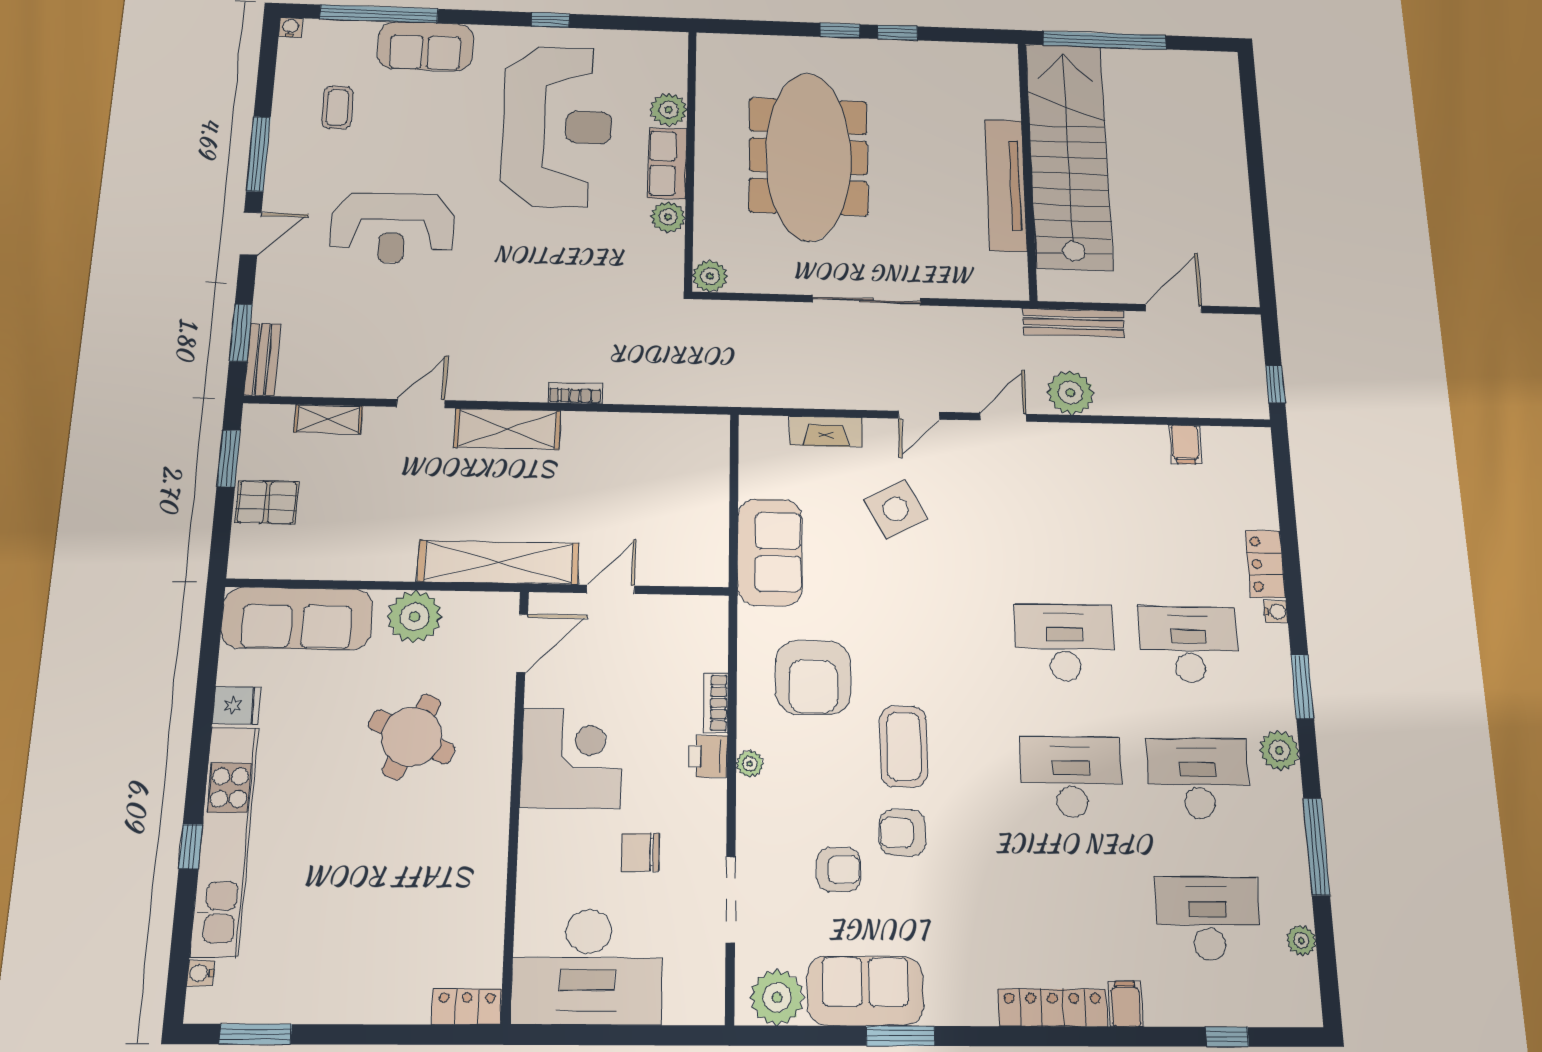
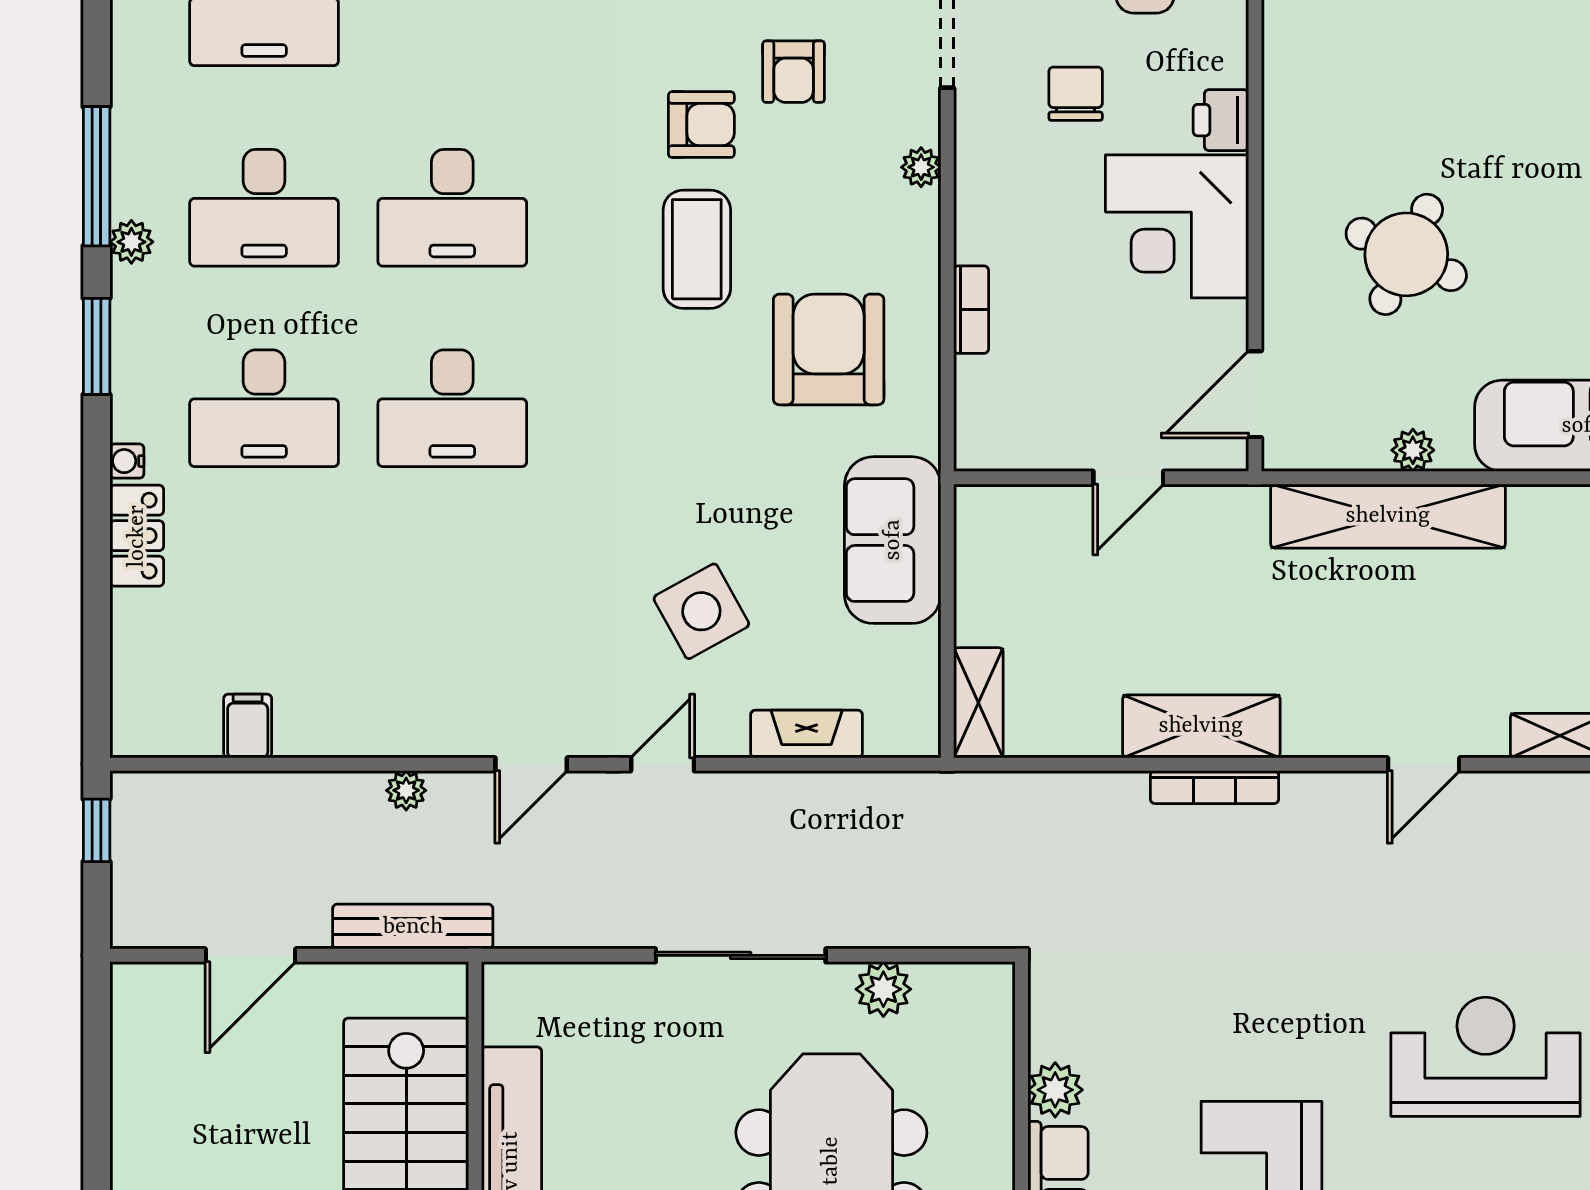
plant: (710, 276) -> (883, 989), moved
bookcase: (575, 393) -> (1215, 787), width x1.56
plant: (1071, 393) -> (406, 790), width x0.53, depth x0.53
shelving: (507, 429) -> (1201, 726), moved
shelving: (714, 448) -> (978, 703), added
shelving: (499, 562) -> (1388, 516), moved
plant: (415, 617) -> (1413, 450), width x0.53, depth x0.53
plant: (1279, 751) -> (131, 242), width x0.73, depth x0.73
printer: (708, 756) -> (1221, 120), moved, turned 180
plant: (750, 764) -> (921, 167), moved
window: (1317, 846) -> (97, 176), moved
chair: (640, 852) -> (1076, 94), turned -90
armchair: (839, 870) -> (794, 72), turned -90

